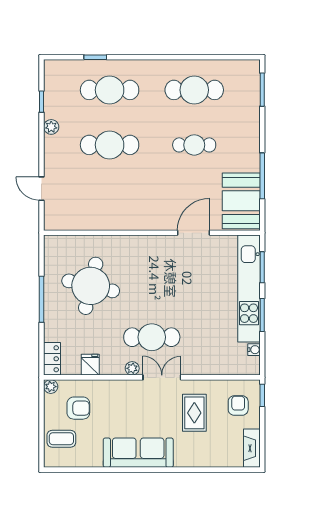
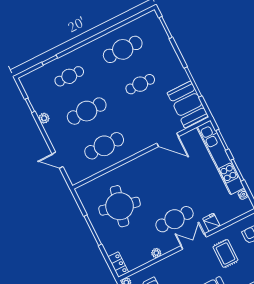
cafe table: (110, 90) -> (69, 76), width x0.73, depth x0.74
cafe table: (110, 200) -> (104, 146), added
door: (193, 233) -> (168, 140), swing flipped
fridge: (90, 365) -> (211, 222), moved
plant: (132, 368) -> (156, 253), moved

